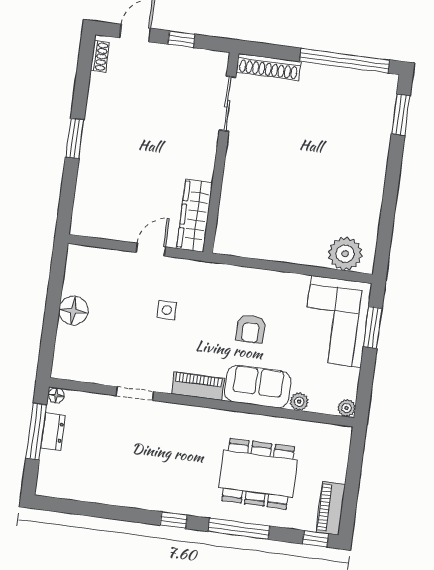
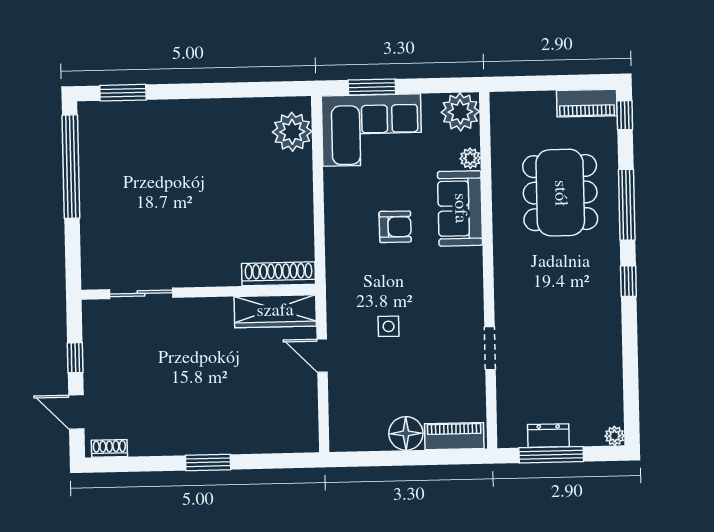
shoe rack: (269, 67) -> (279, 274), moved, turned -90
piano: (198, 386) -> (454, 436), moved, turned 90
floor lamp: (56, 395) -> (506, 438), removed
plant: (347, 408) -> (460, 112), width x1.87, depth x1.87
plant: (44, 488) -> (615, 436), added

